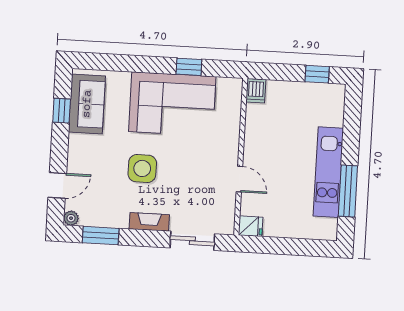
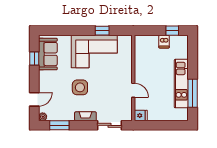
dishwasher: (256, 91) -> (164, 42), moved

